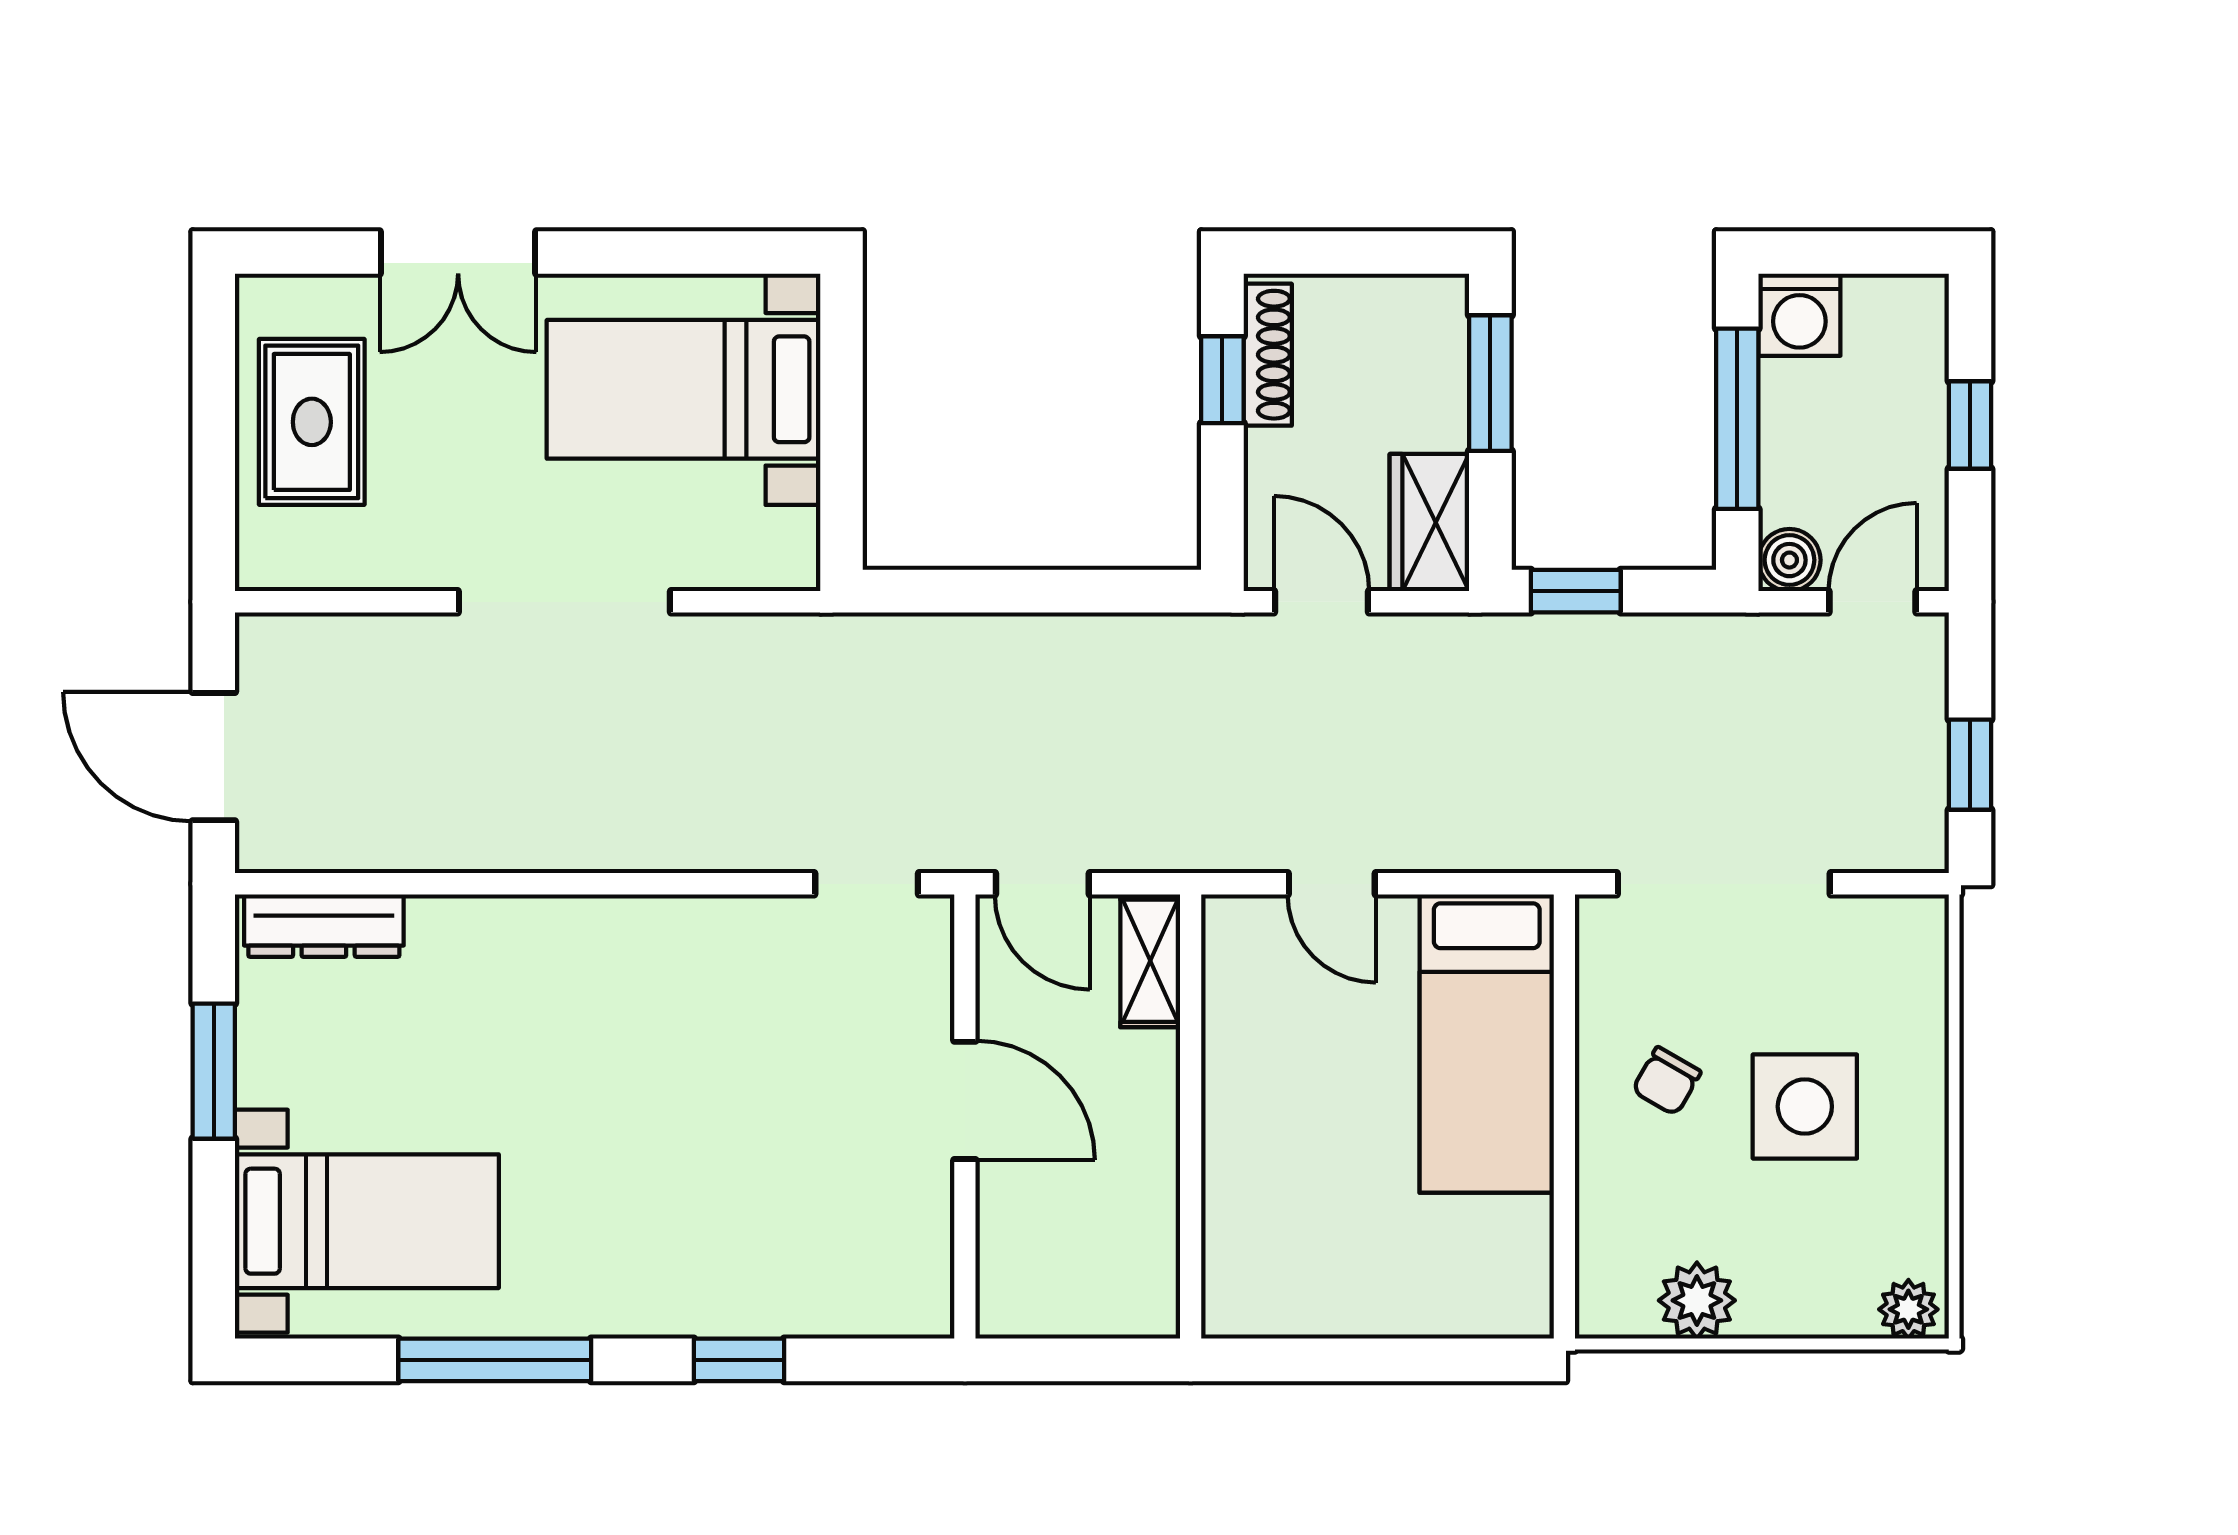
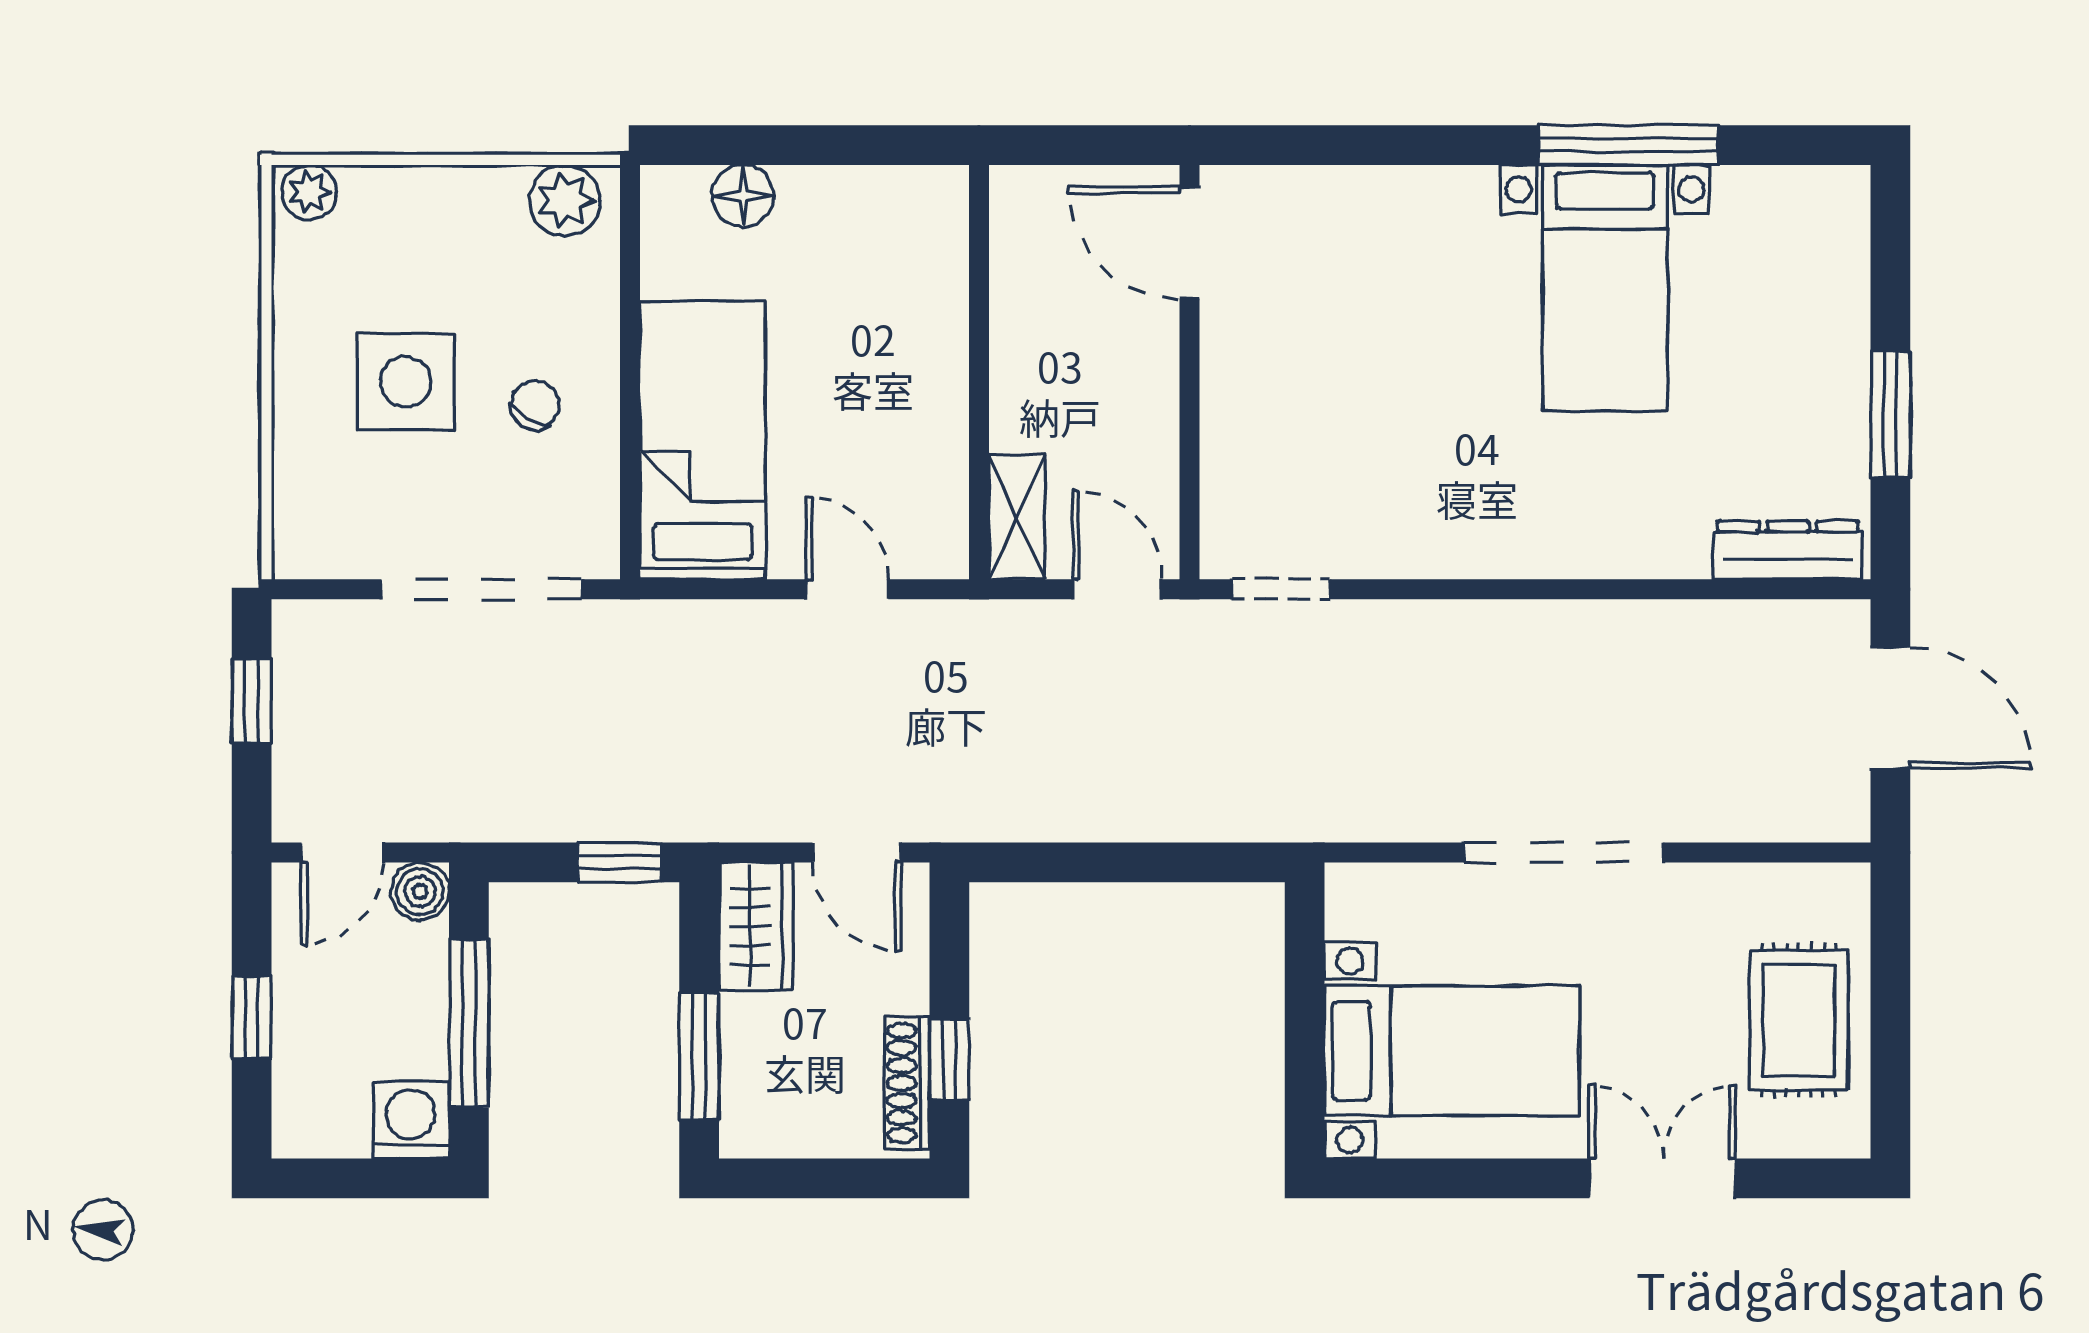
door: (965, 1100) -> (1189, 243), moved
bed with nightstands: (367, 1221) -> (1605, 288), moved, turned -90
plant: (1697, 1300) -> (565, 200), moved
floor lamp: (1443, 1305) -> (743, 196), added
window: (739, 1360) -> (1400, 145), removed

